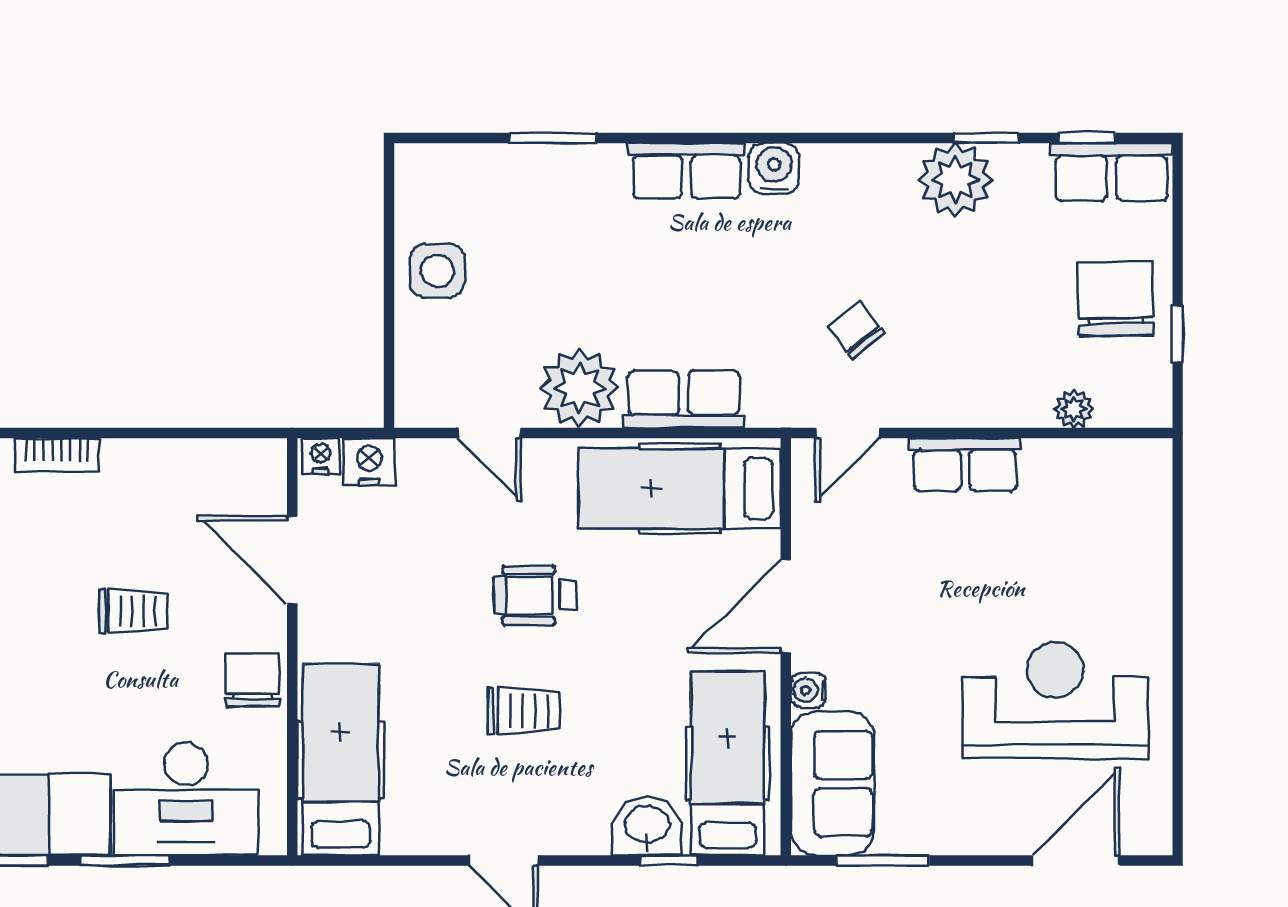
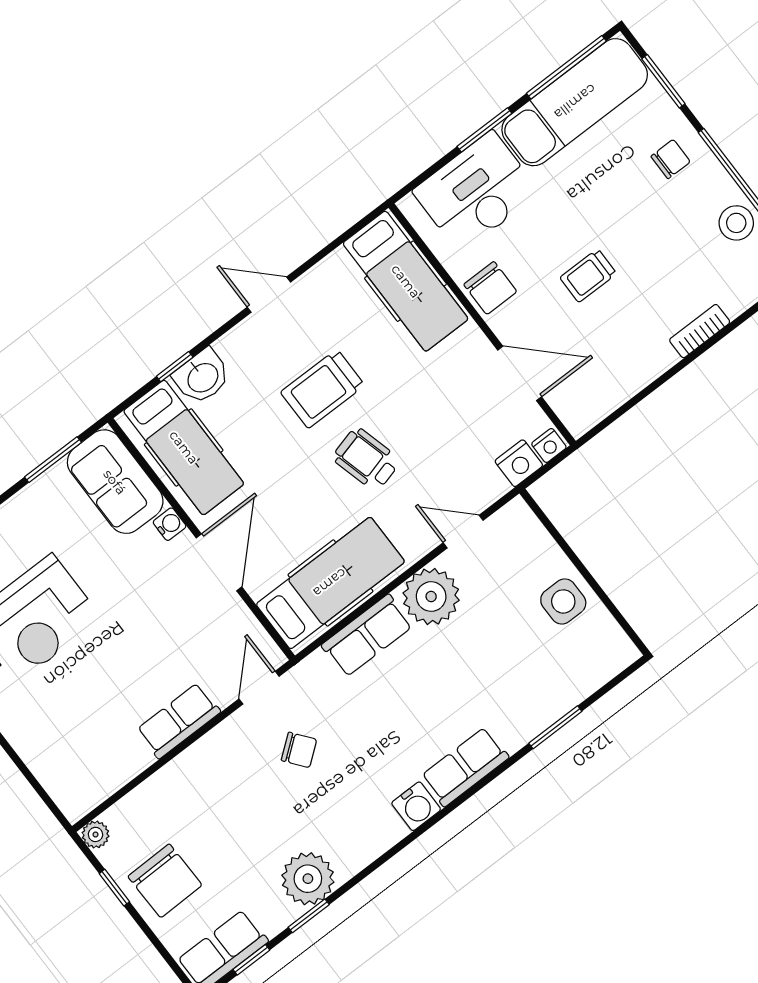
plant: (1074, 409) -> (95, 834), moved
wheelchair: (535, 595) -> (366, 459), turned -105
trolley: (524, 711) -> (323, 389), width x1.36, depth x1.39

